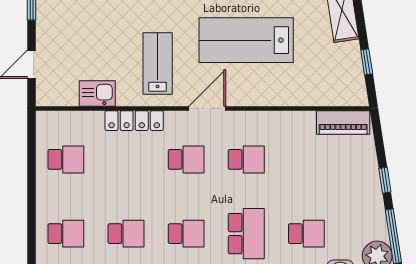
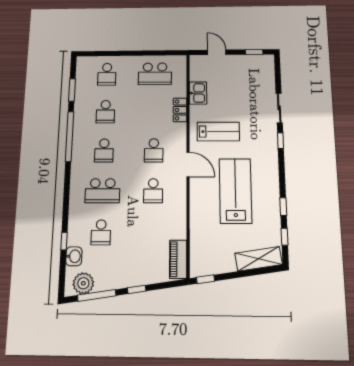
window: (367, 62) -> (206, 279), moved
locker: (134, 121) -> (180, 110), width x0.66
school desk: (66, 159) -> (155, 74), width x1.85

